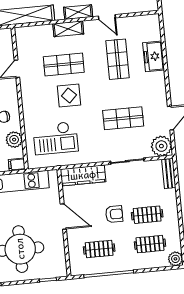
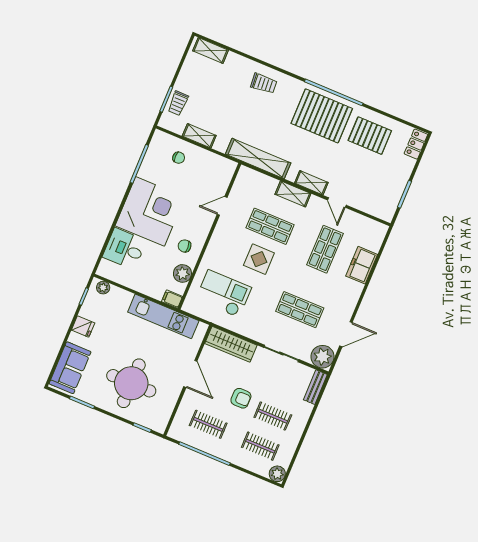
checkout: (55, 138) -> (224, 294), turned 180

